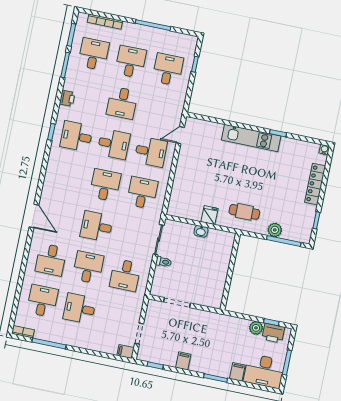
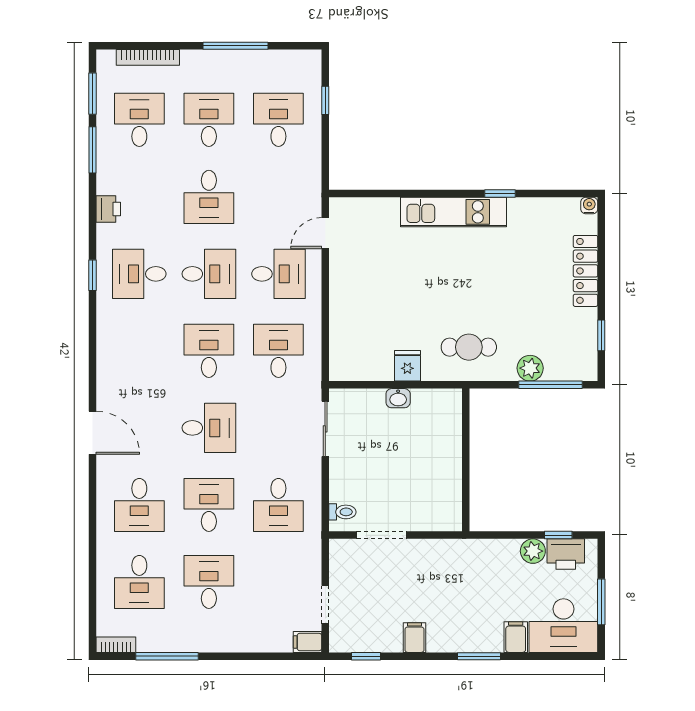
desk: (97, 226) -> (209, 428), turned 180
toilet: (164, 262) -> (342, 512), moved
desk: (42, 301) -> (139, 582), turned 180
desk: (80, 309) -> (209, 582), turned 90

